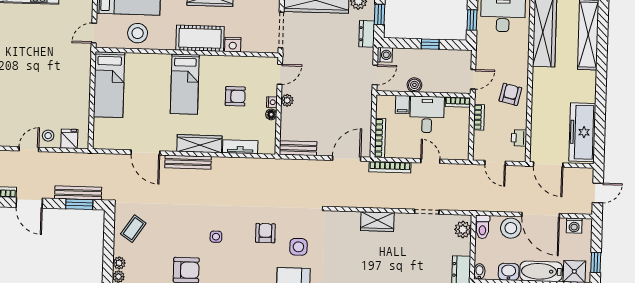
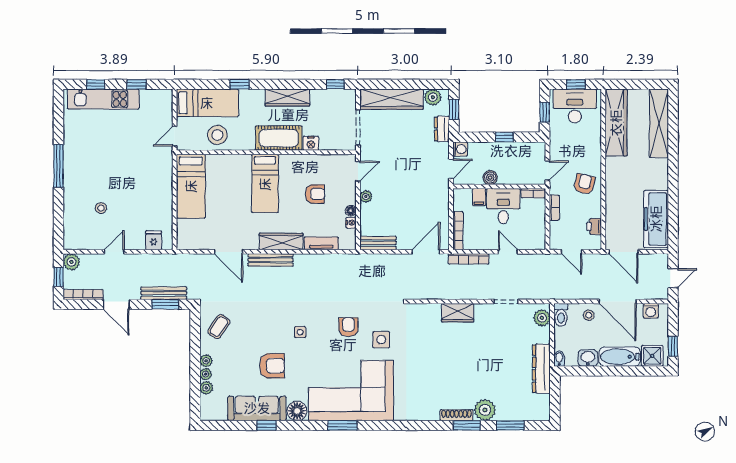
nightstand: (272, 102) -> (351, 223), moved
stool: (48, 136) -> (101, 208), moved
stool: (511, 228) -> (589, 315), width x0.53, depth x0.53

